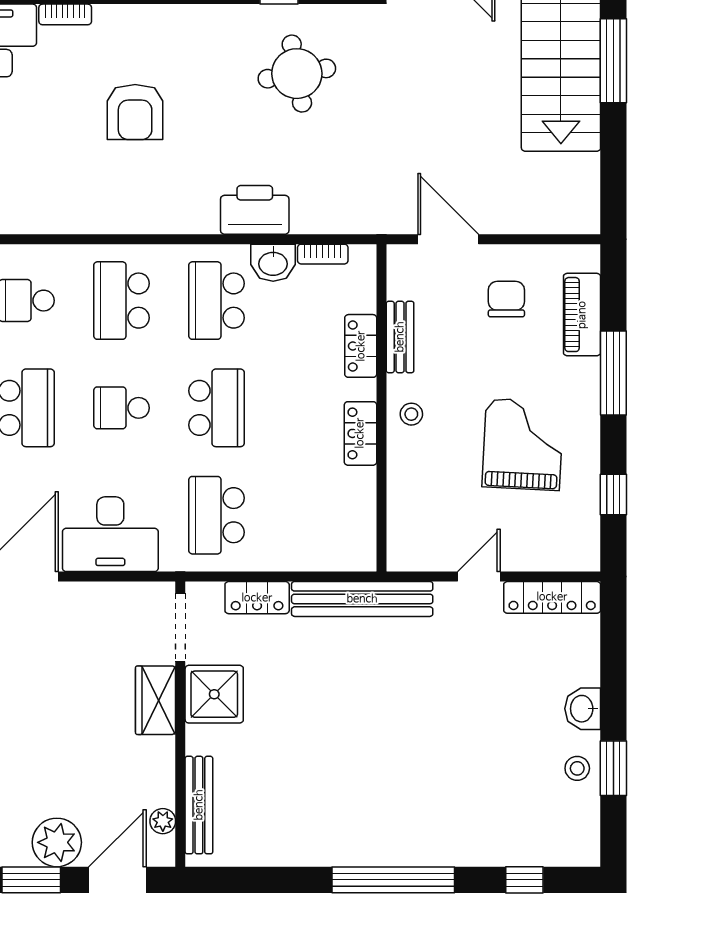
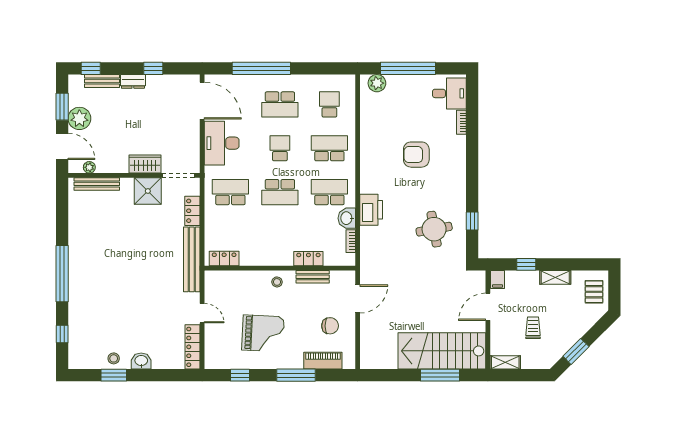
locker: (360, 433) -> (224, 258), moved

